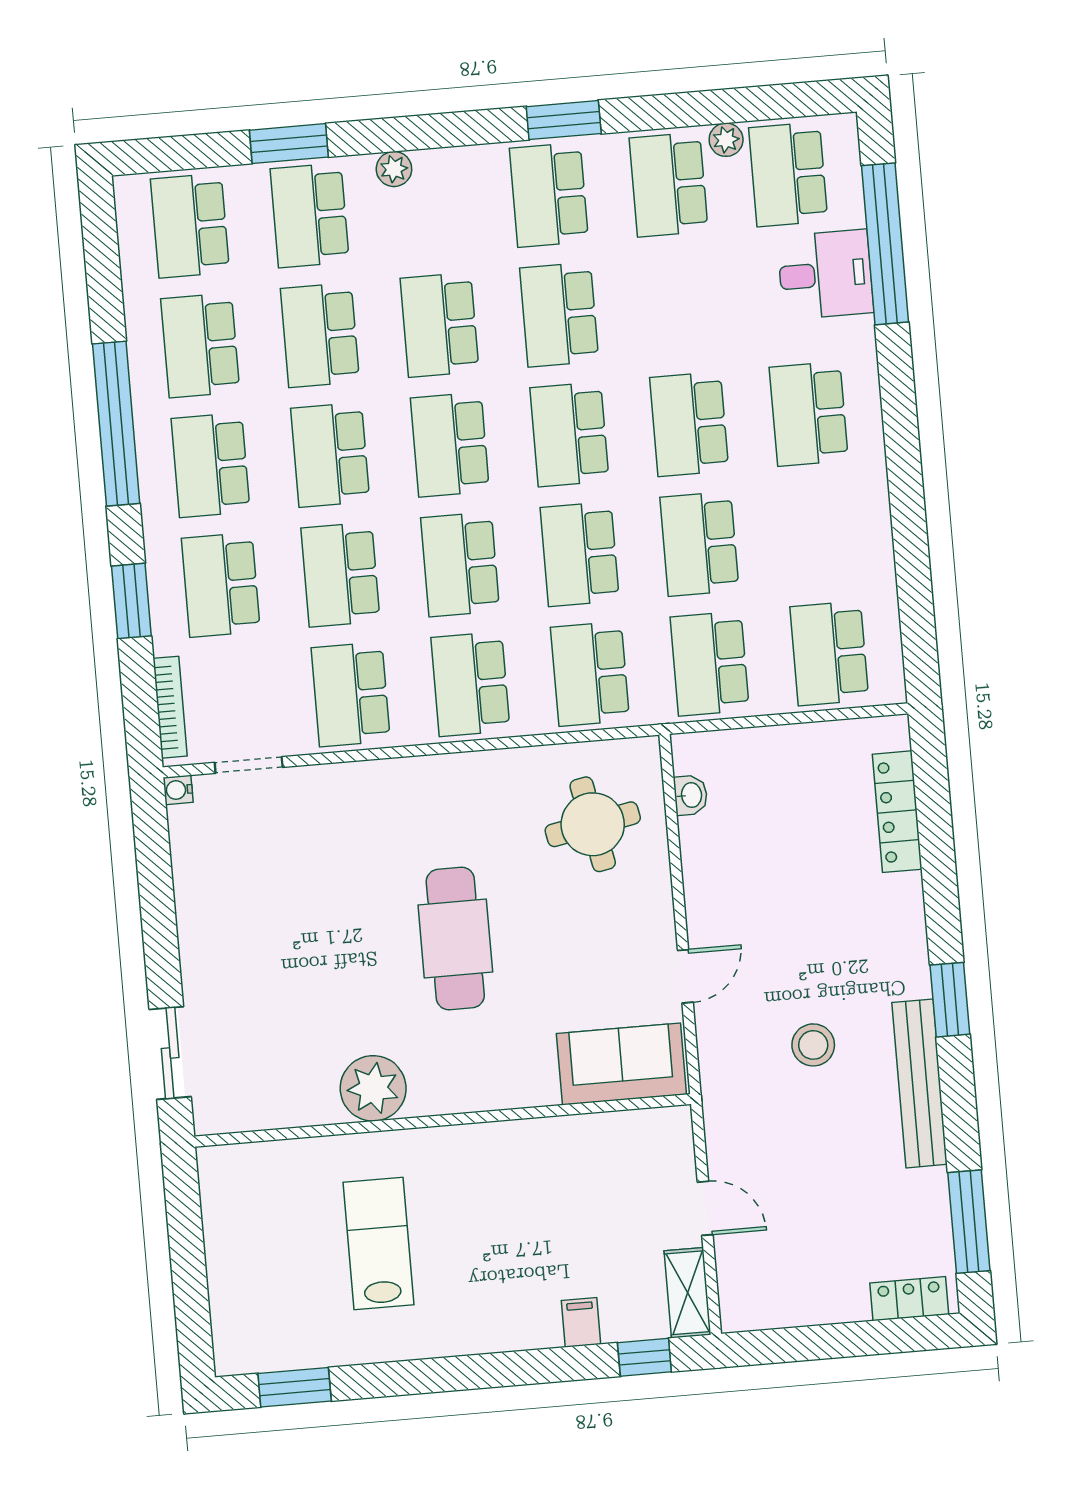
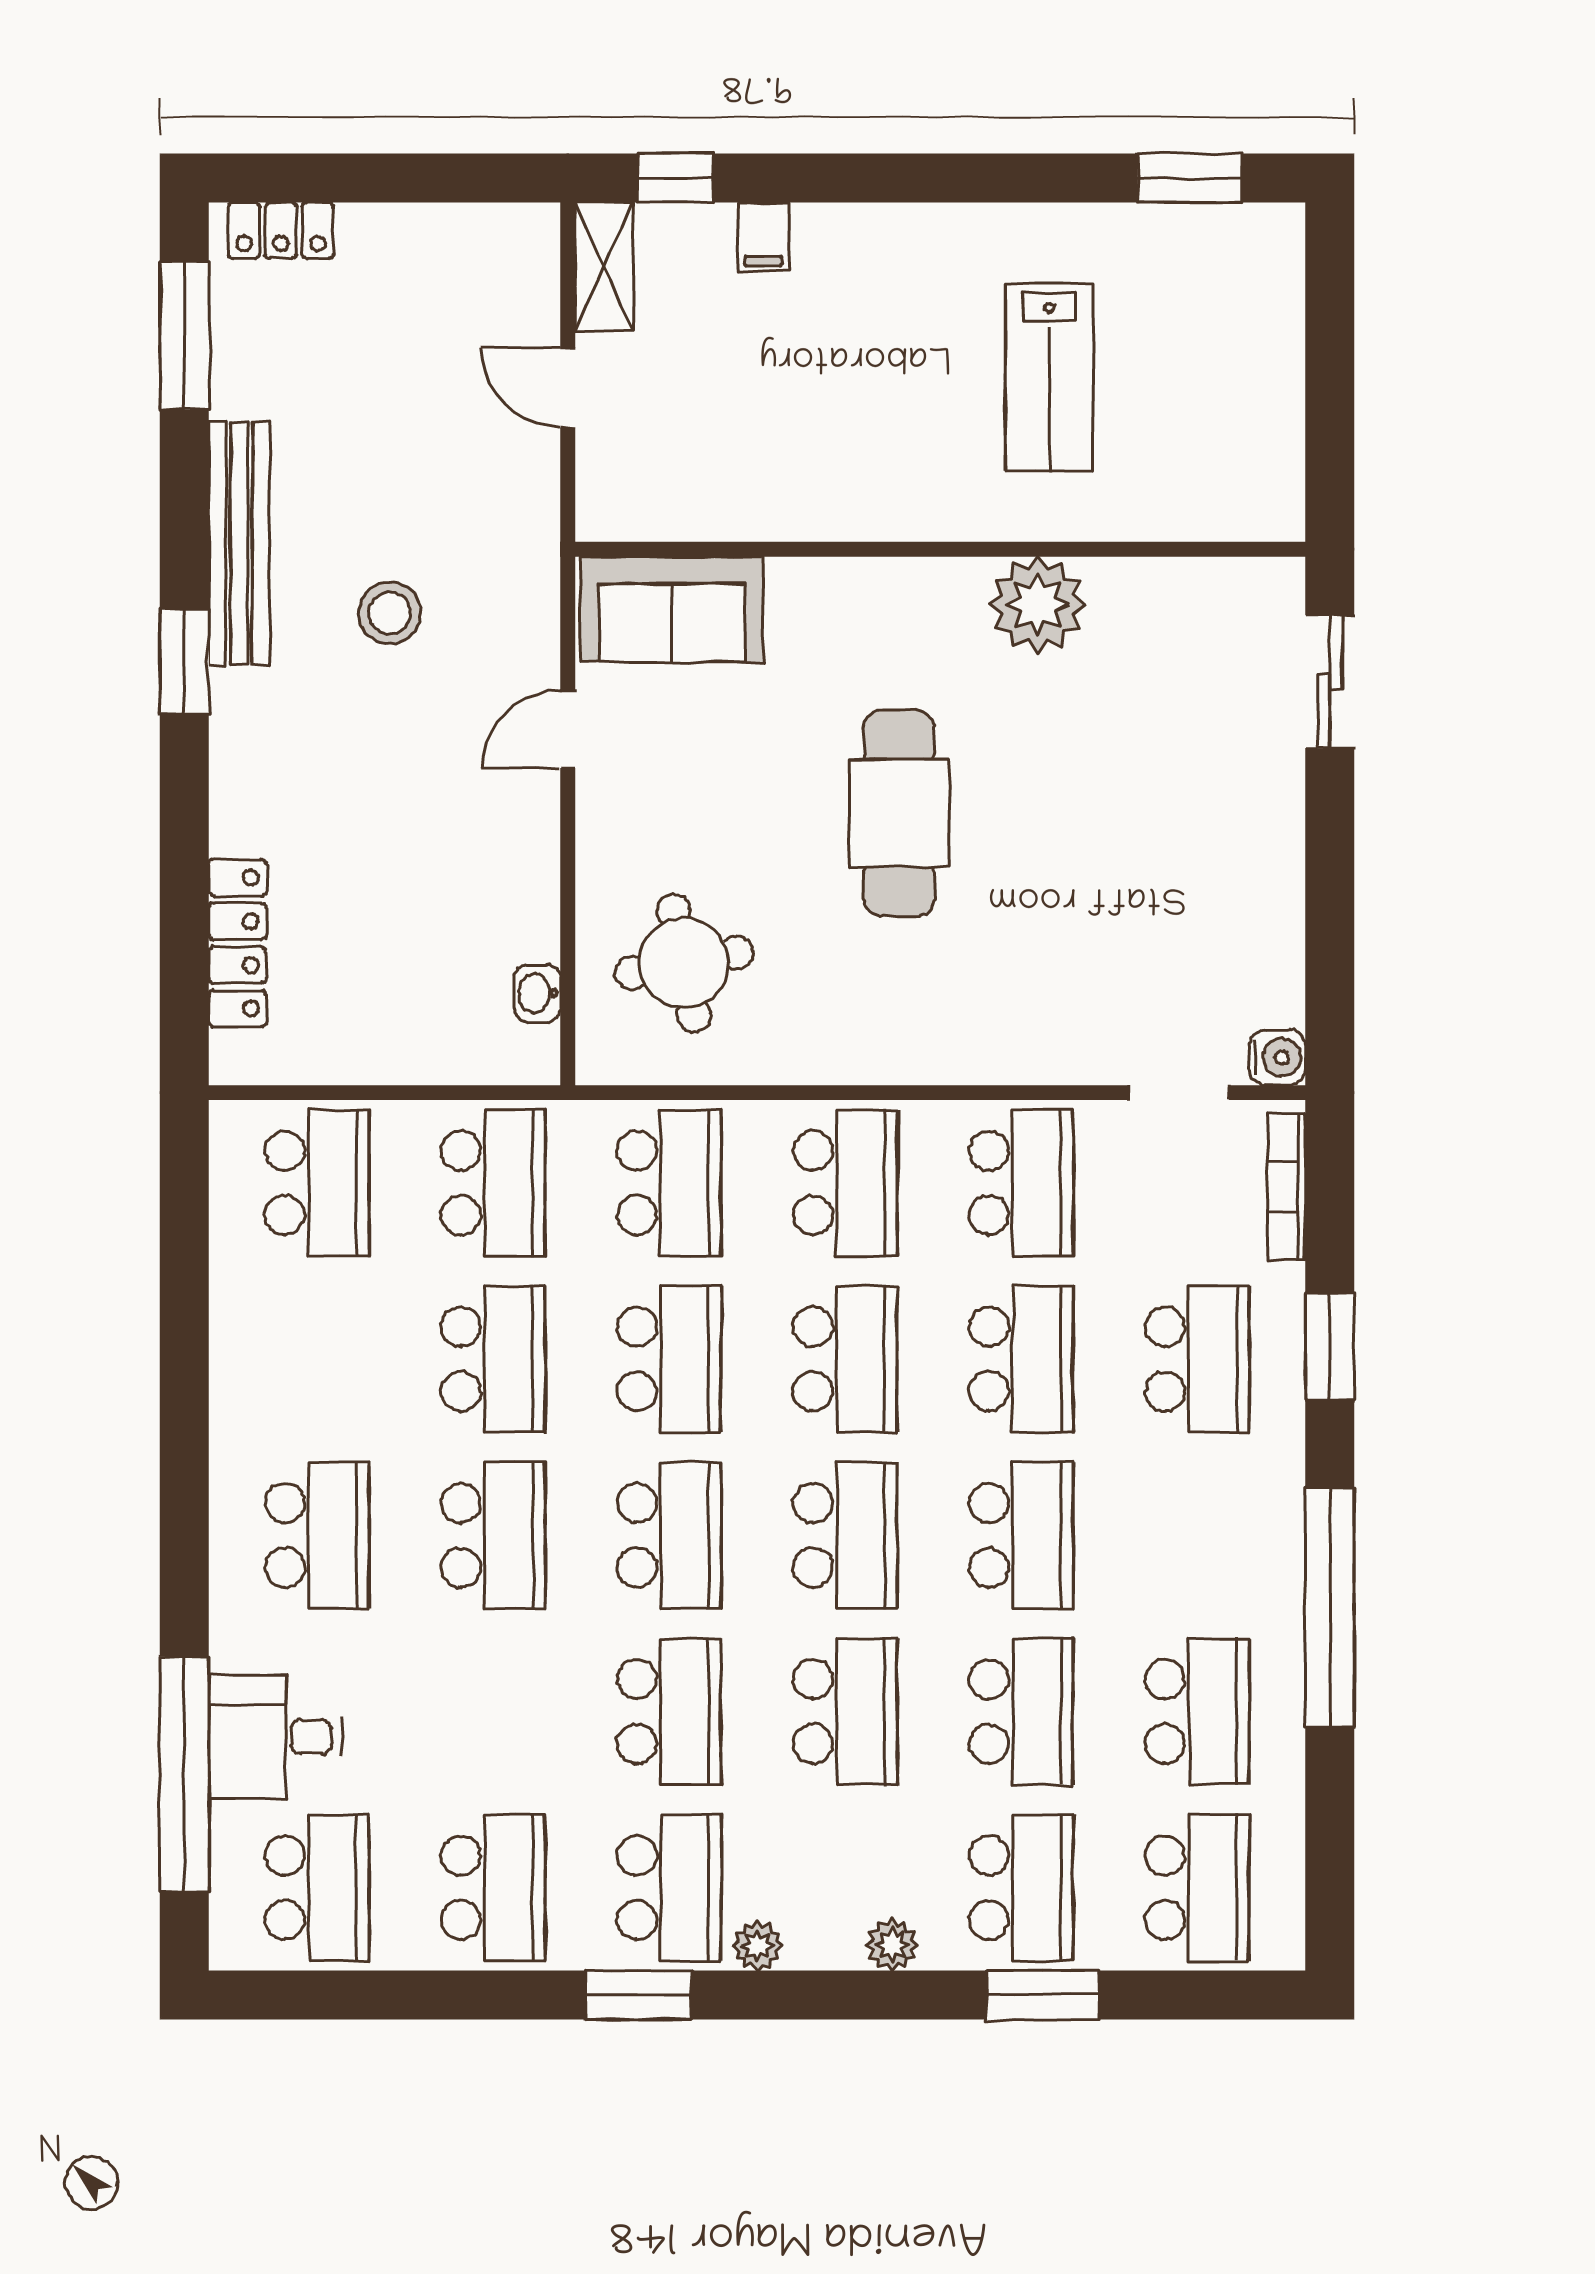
plant: (726, 140) -> (757, 1946), moved
school desk: (211, 465) -> (1197, 1535), removed
water cooler: (178, 790) -> (1277, 1057), width x1.38, depth x1.38

